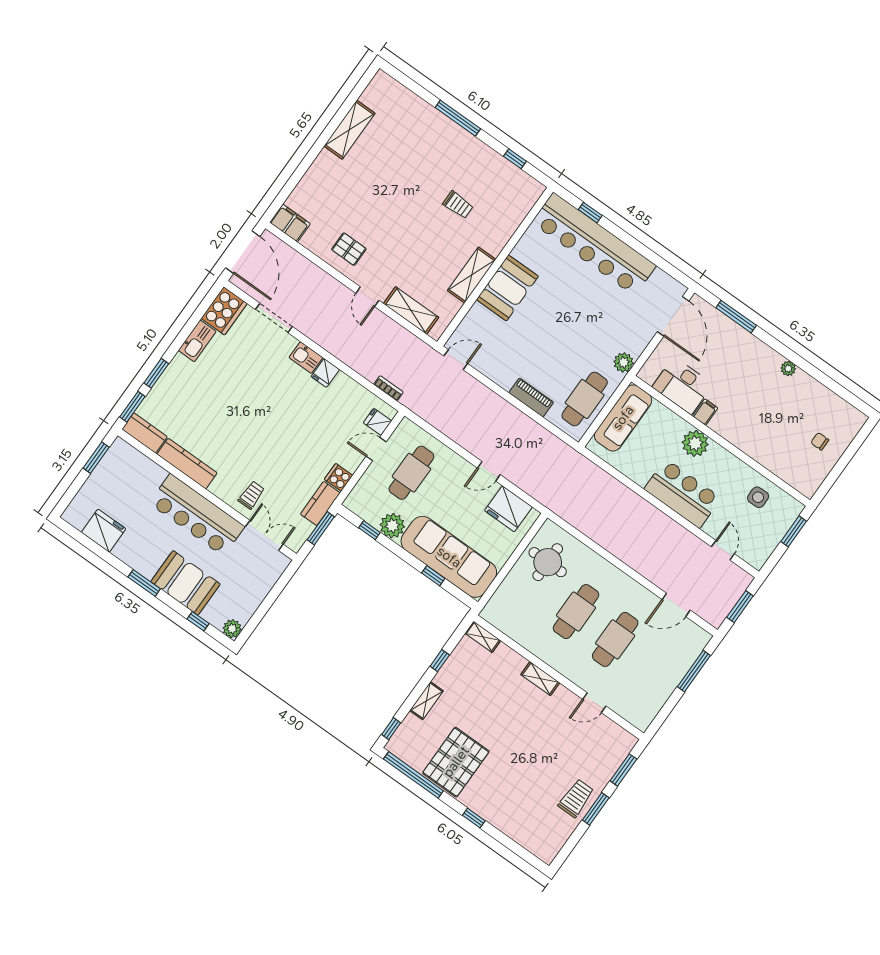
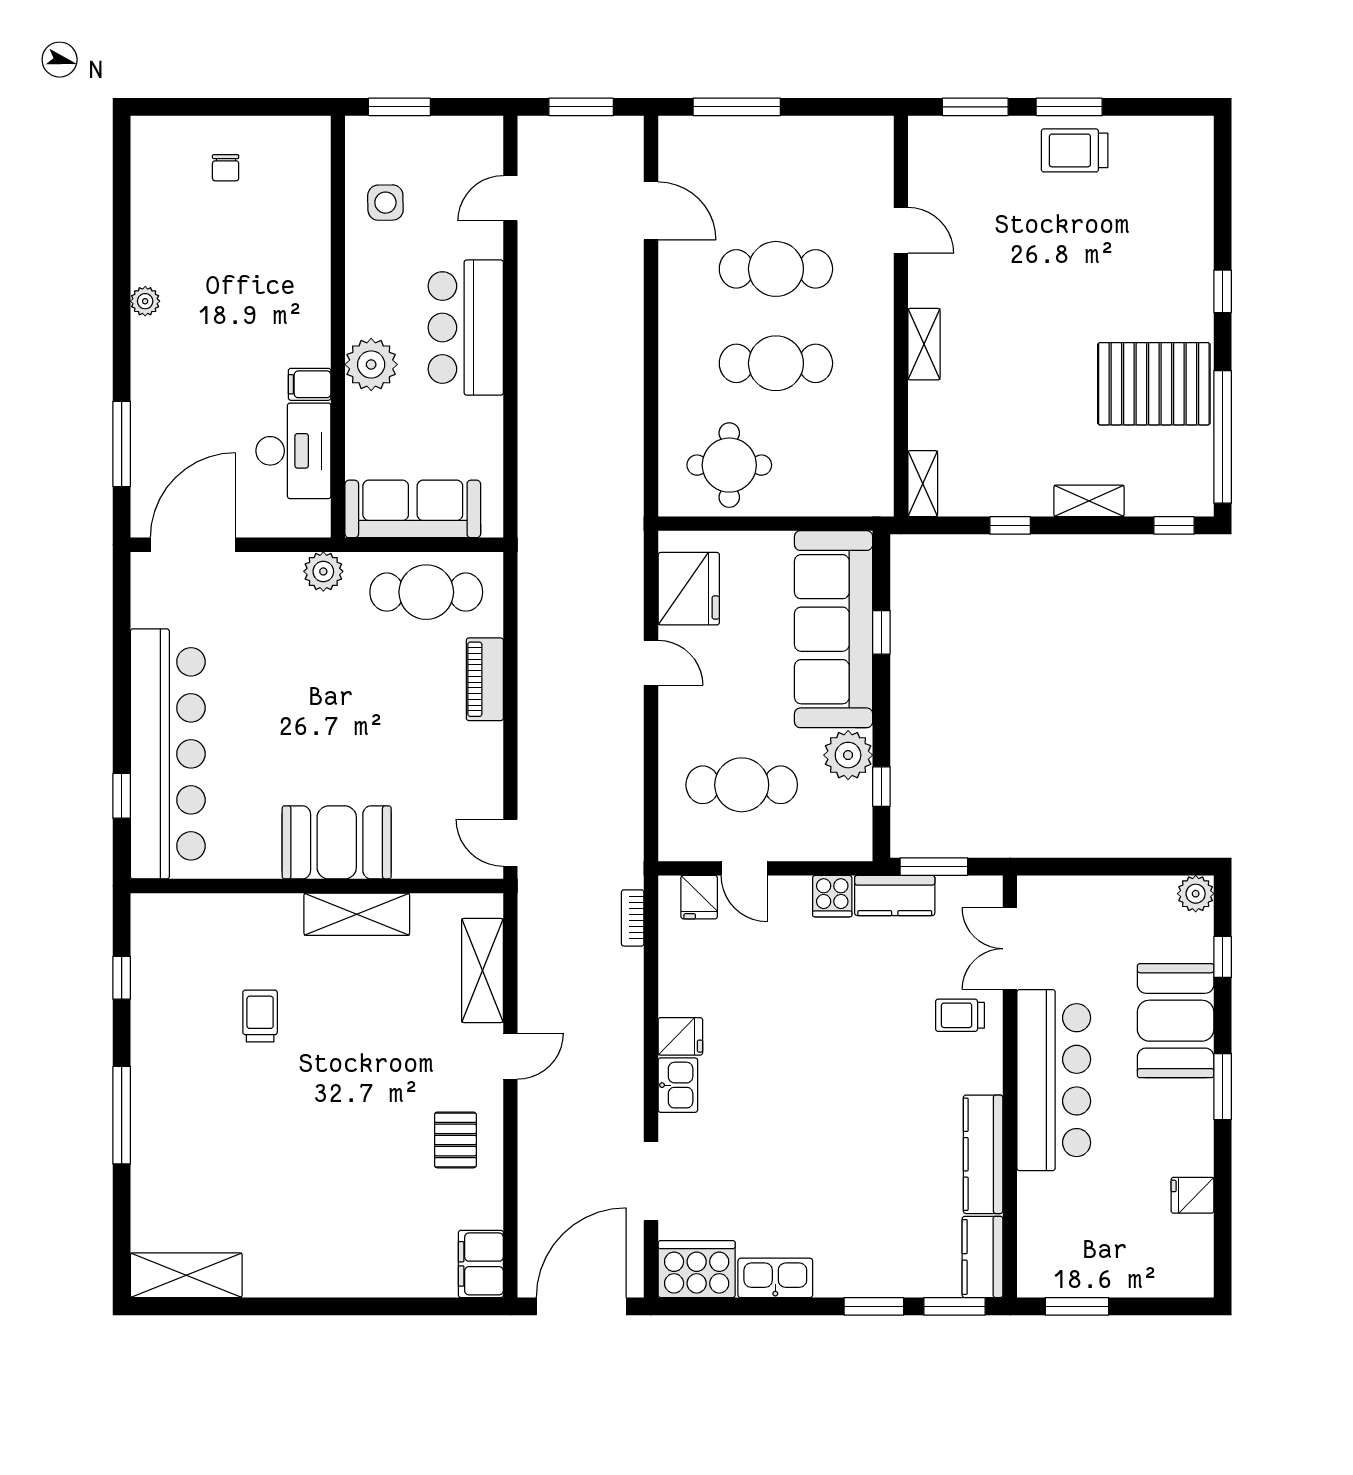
shelving: (349, 130) -> (186, 1275), moved
fridge: (104, 531) -> (1192, 1195), width x0.53, depth x0.75

